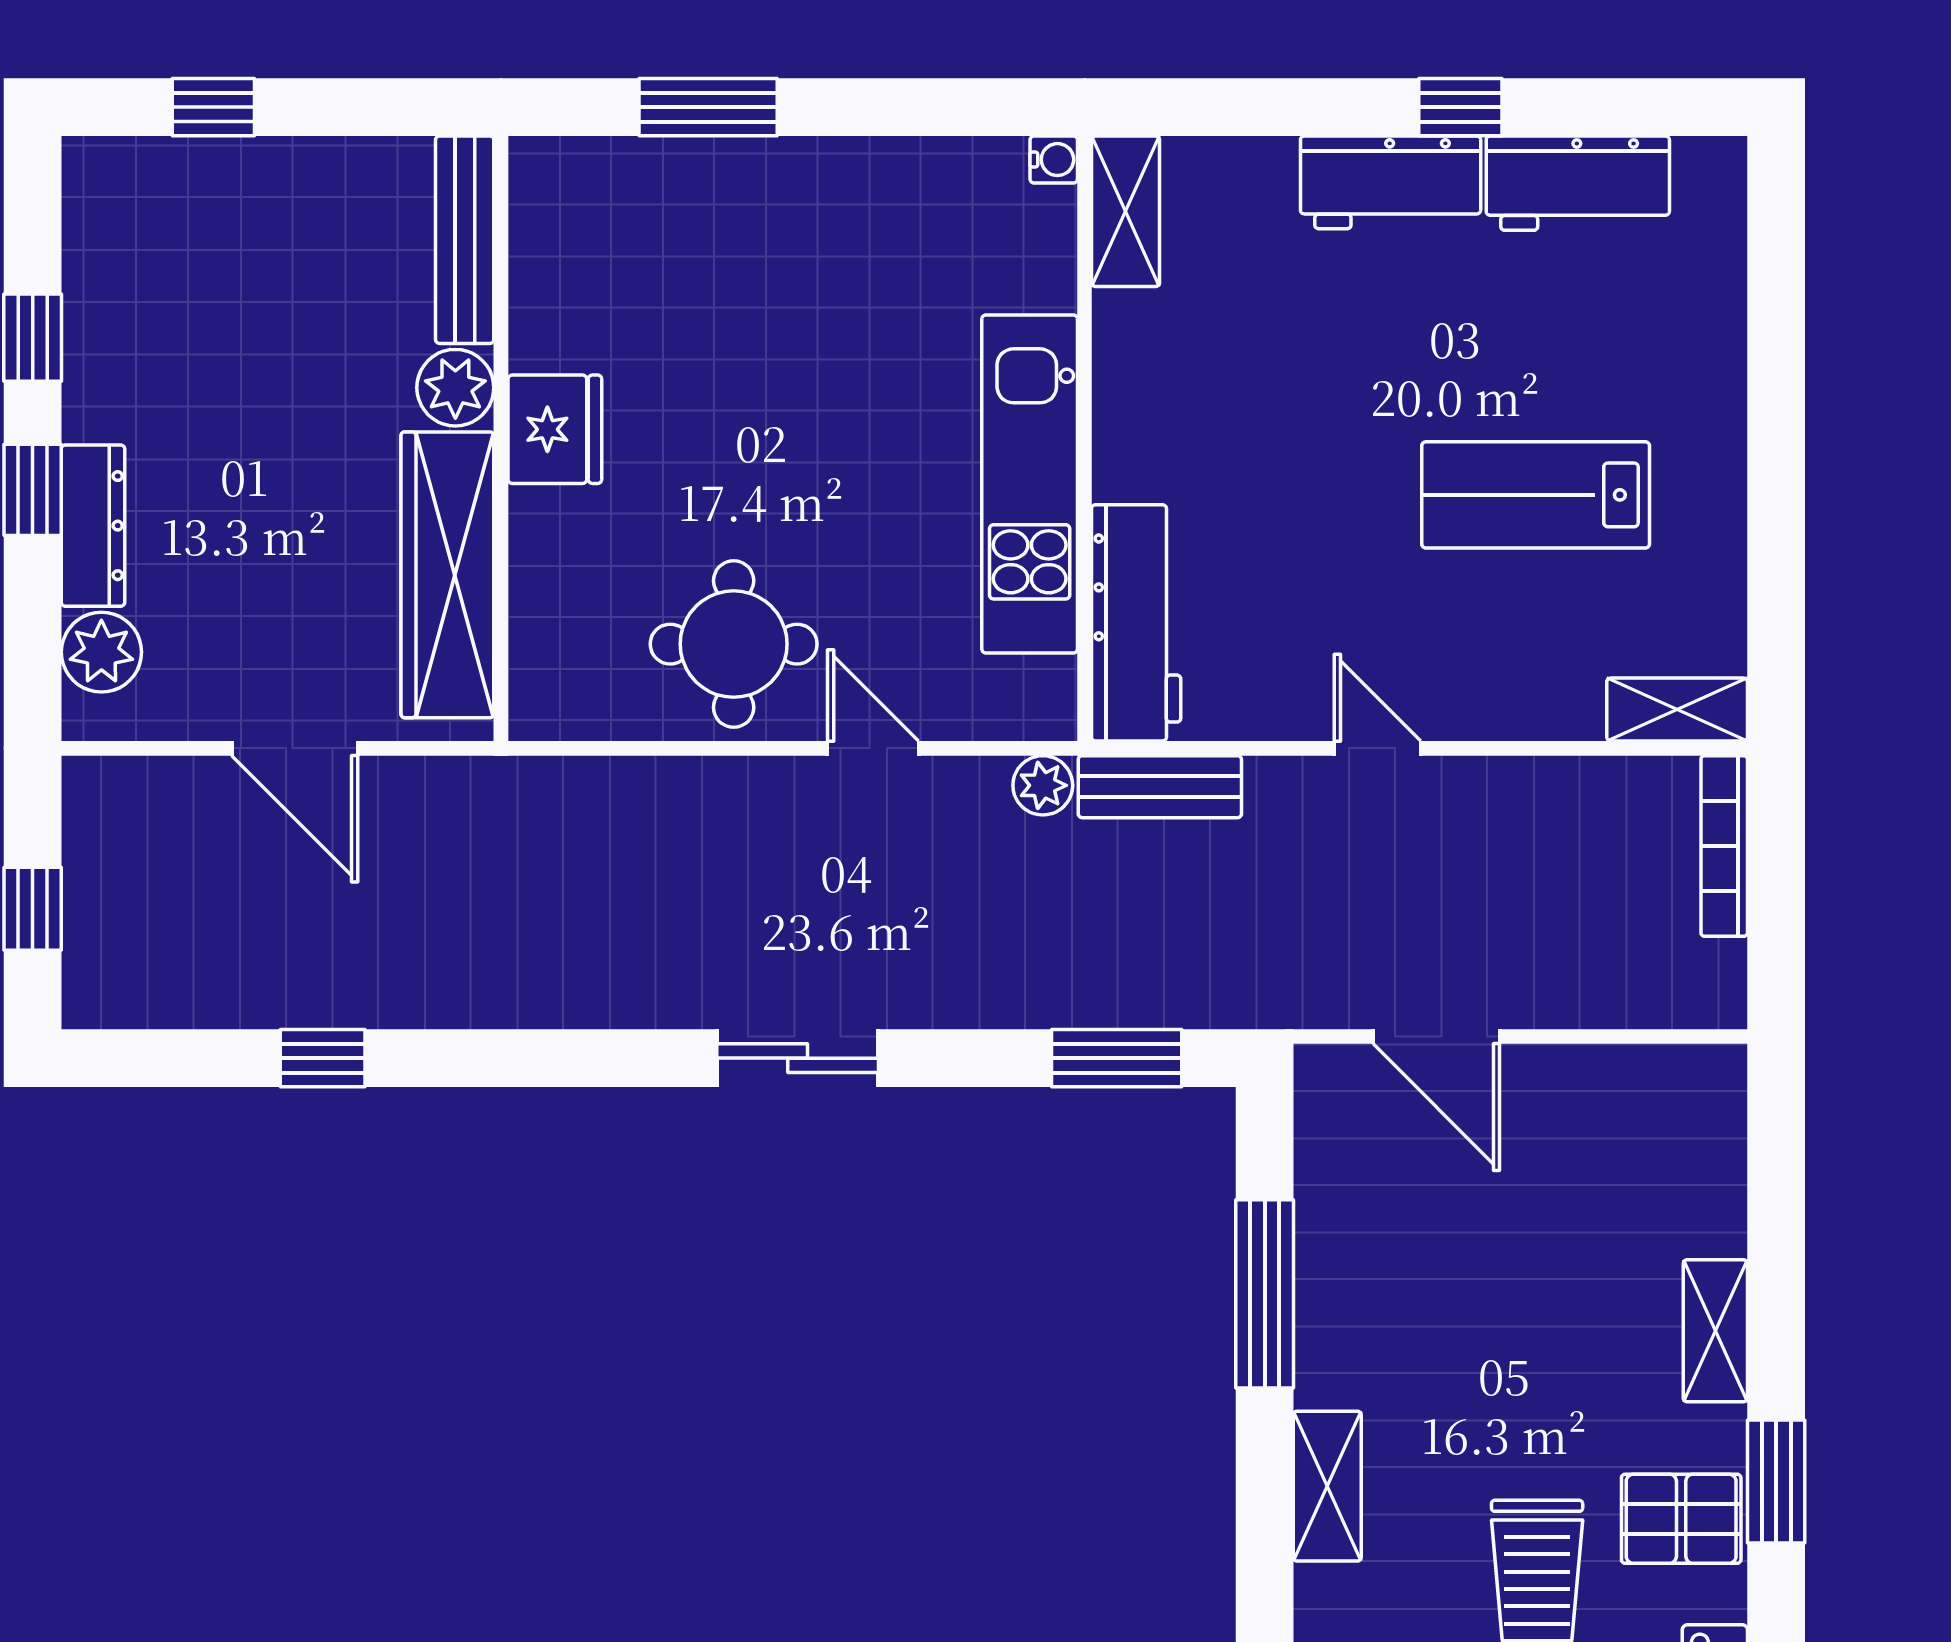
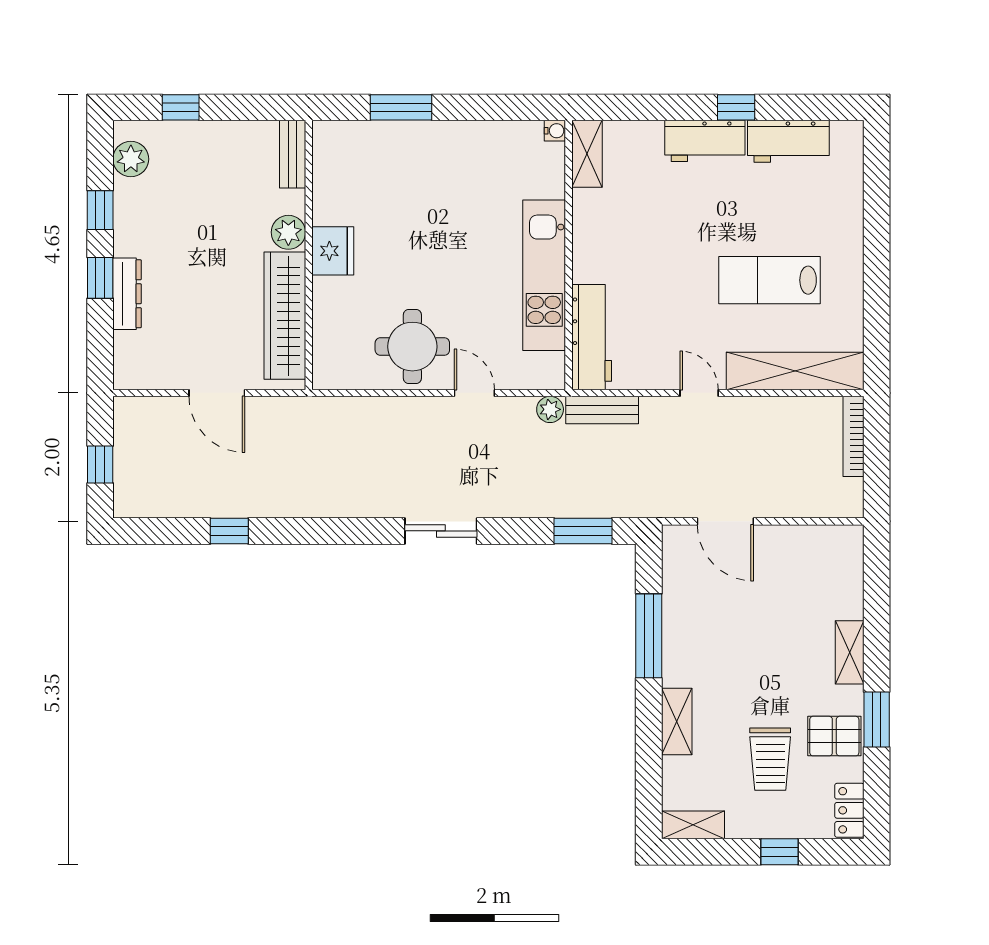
bench: (465, 240) -> (293, 154), width x0.73
plant: (101, 652) -> (131, 159), moved
shelving: (1677, 710) -> (795, 371), width x2.20, depth x1.33

